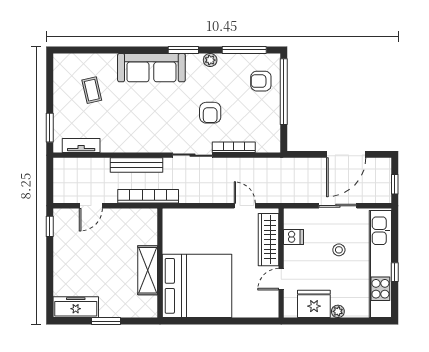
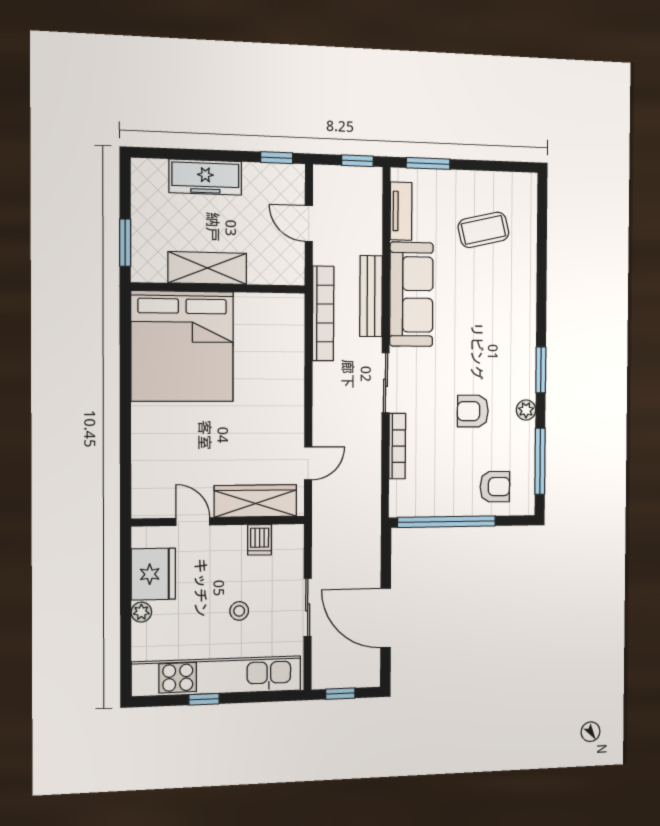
sofa: (151, 68) -> (411, 294), moved, turned 180
armchair: (261, 81) -> (495, 487), turned 90
coffee table: (92, 90) -> (483, 230), width x1.36, depth x1.30
window: (284, 92) -> (447, 522), moved
armchair: (210, 113) -> (473, 411), moved
window: (50, 174) -> (357, 161), added
wall: (160, 263) -> (219, 288), moved
shelving: (148, 270) -> (207, 268), moved
bed: (197, 286) -> (182, 346), moved
freezer: (76, 307) -> (205, 177), moved, turned 90

